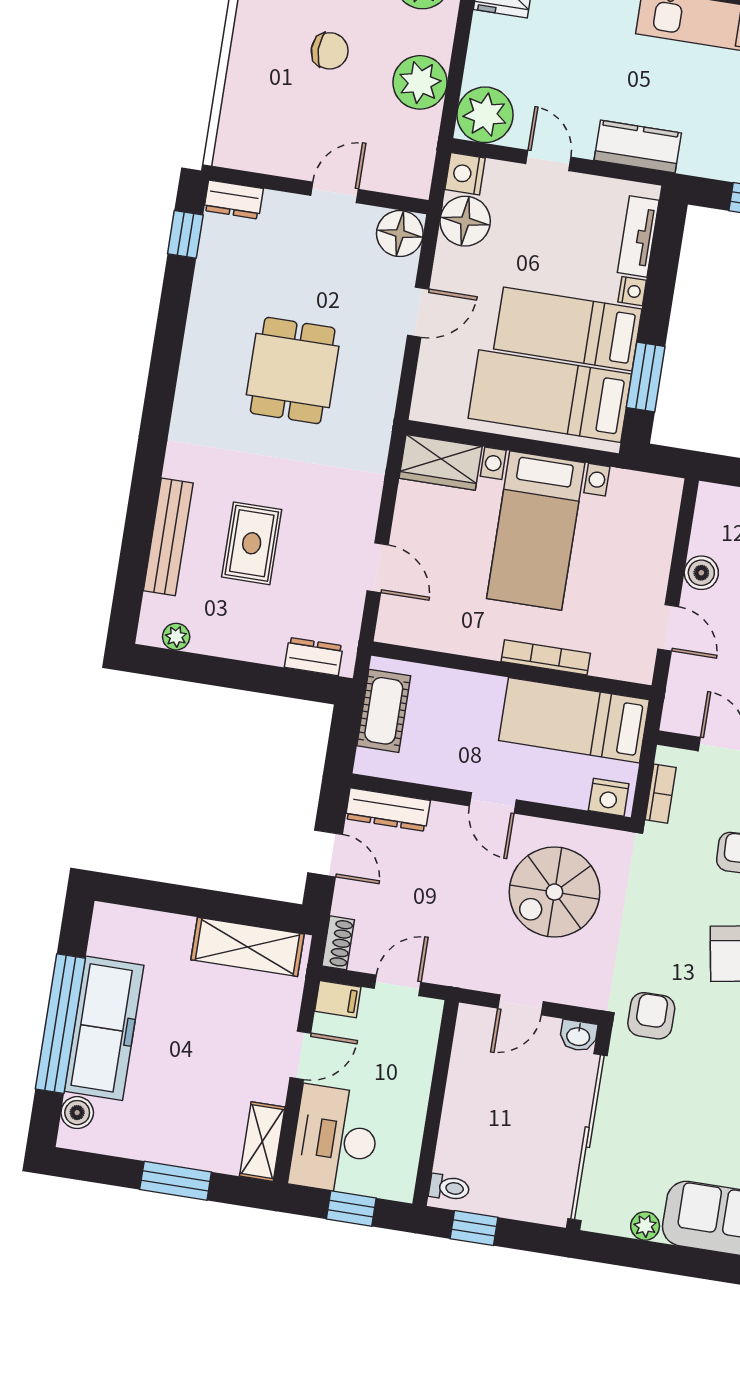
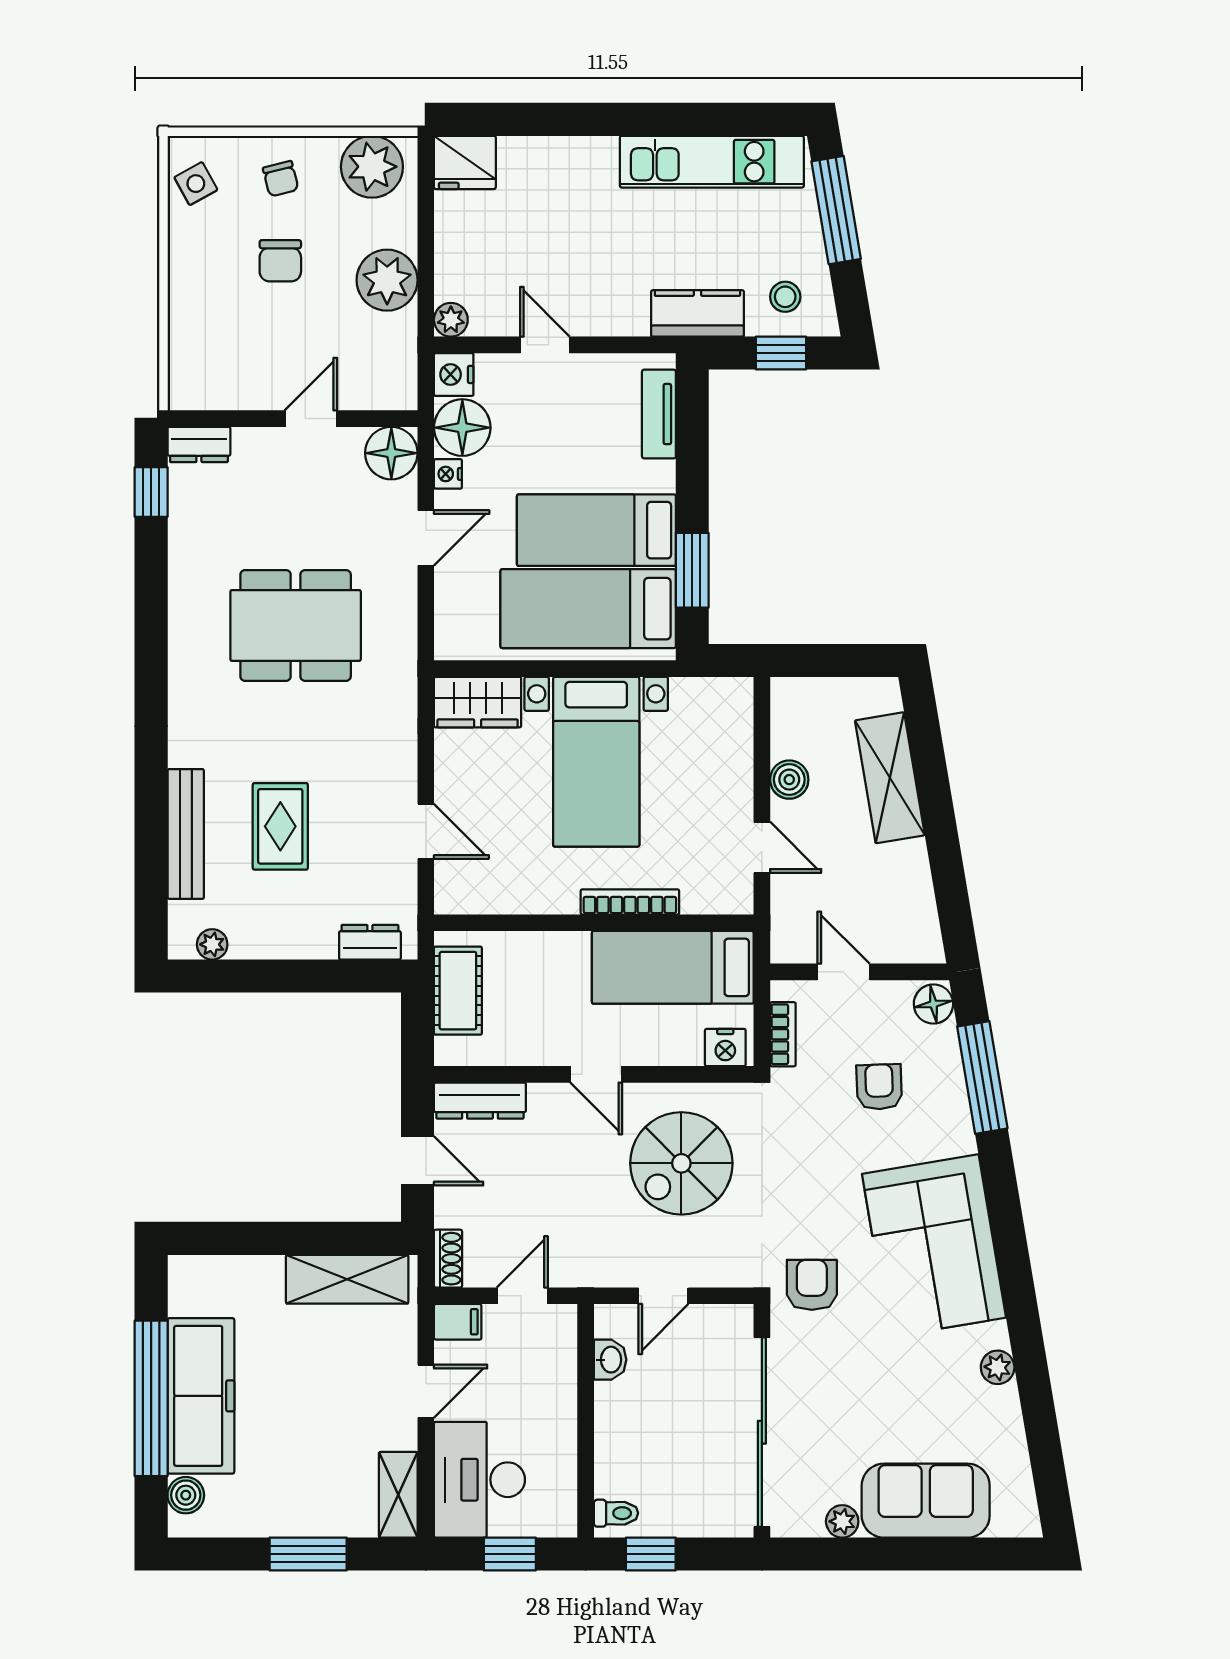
chair: (330, 51) -> (280, 261), turned 90
plant: (485, 115) -> (451, 320), width x0.53, depth x0.53
kitchen counter: (638, 147) -> (697, 313), moved
nightstand: (632, 291) -> (448, 474), moved, turned 180
dining table: (293, 370) -> (296, 625), width x1.38
washbasin: (578, 1036) -> (610, 1360), moved, turned -90

